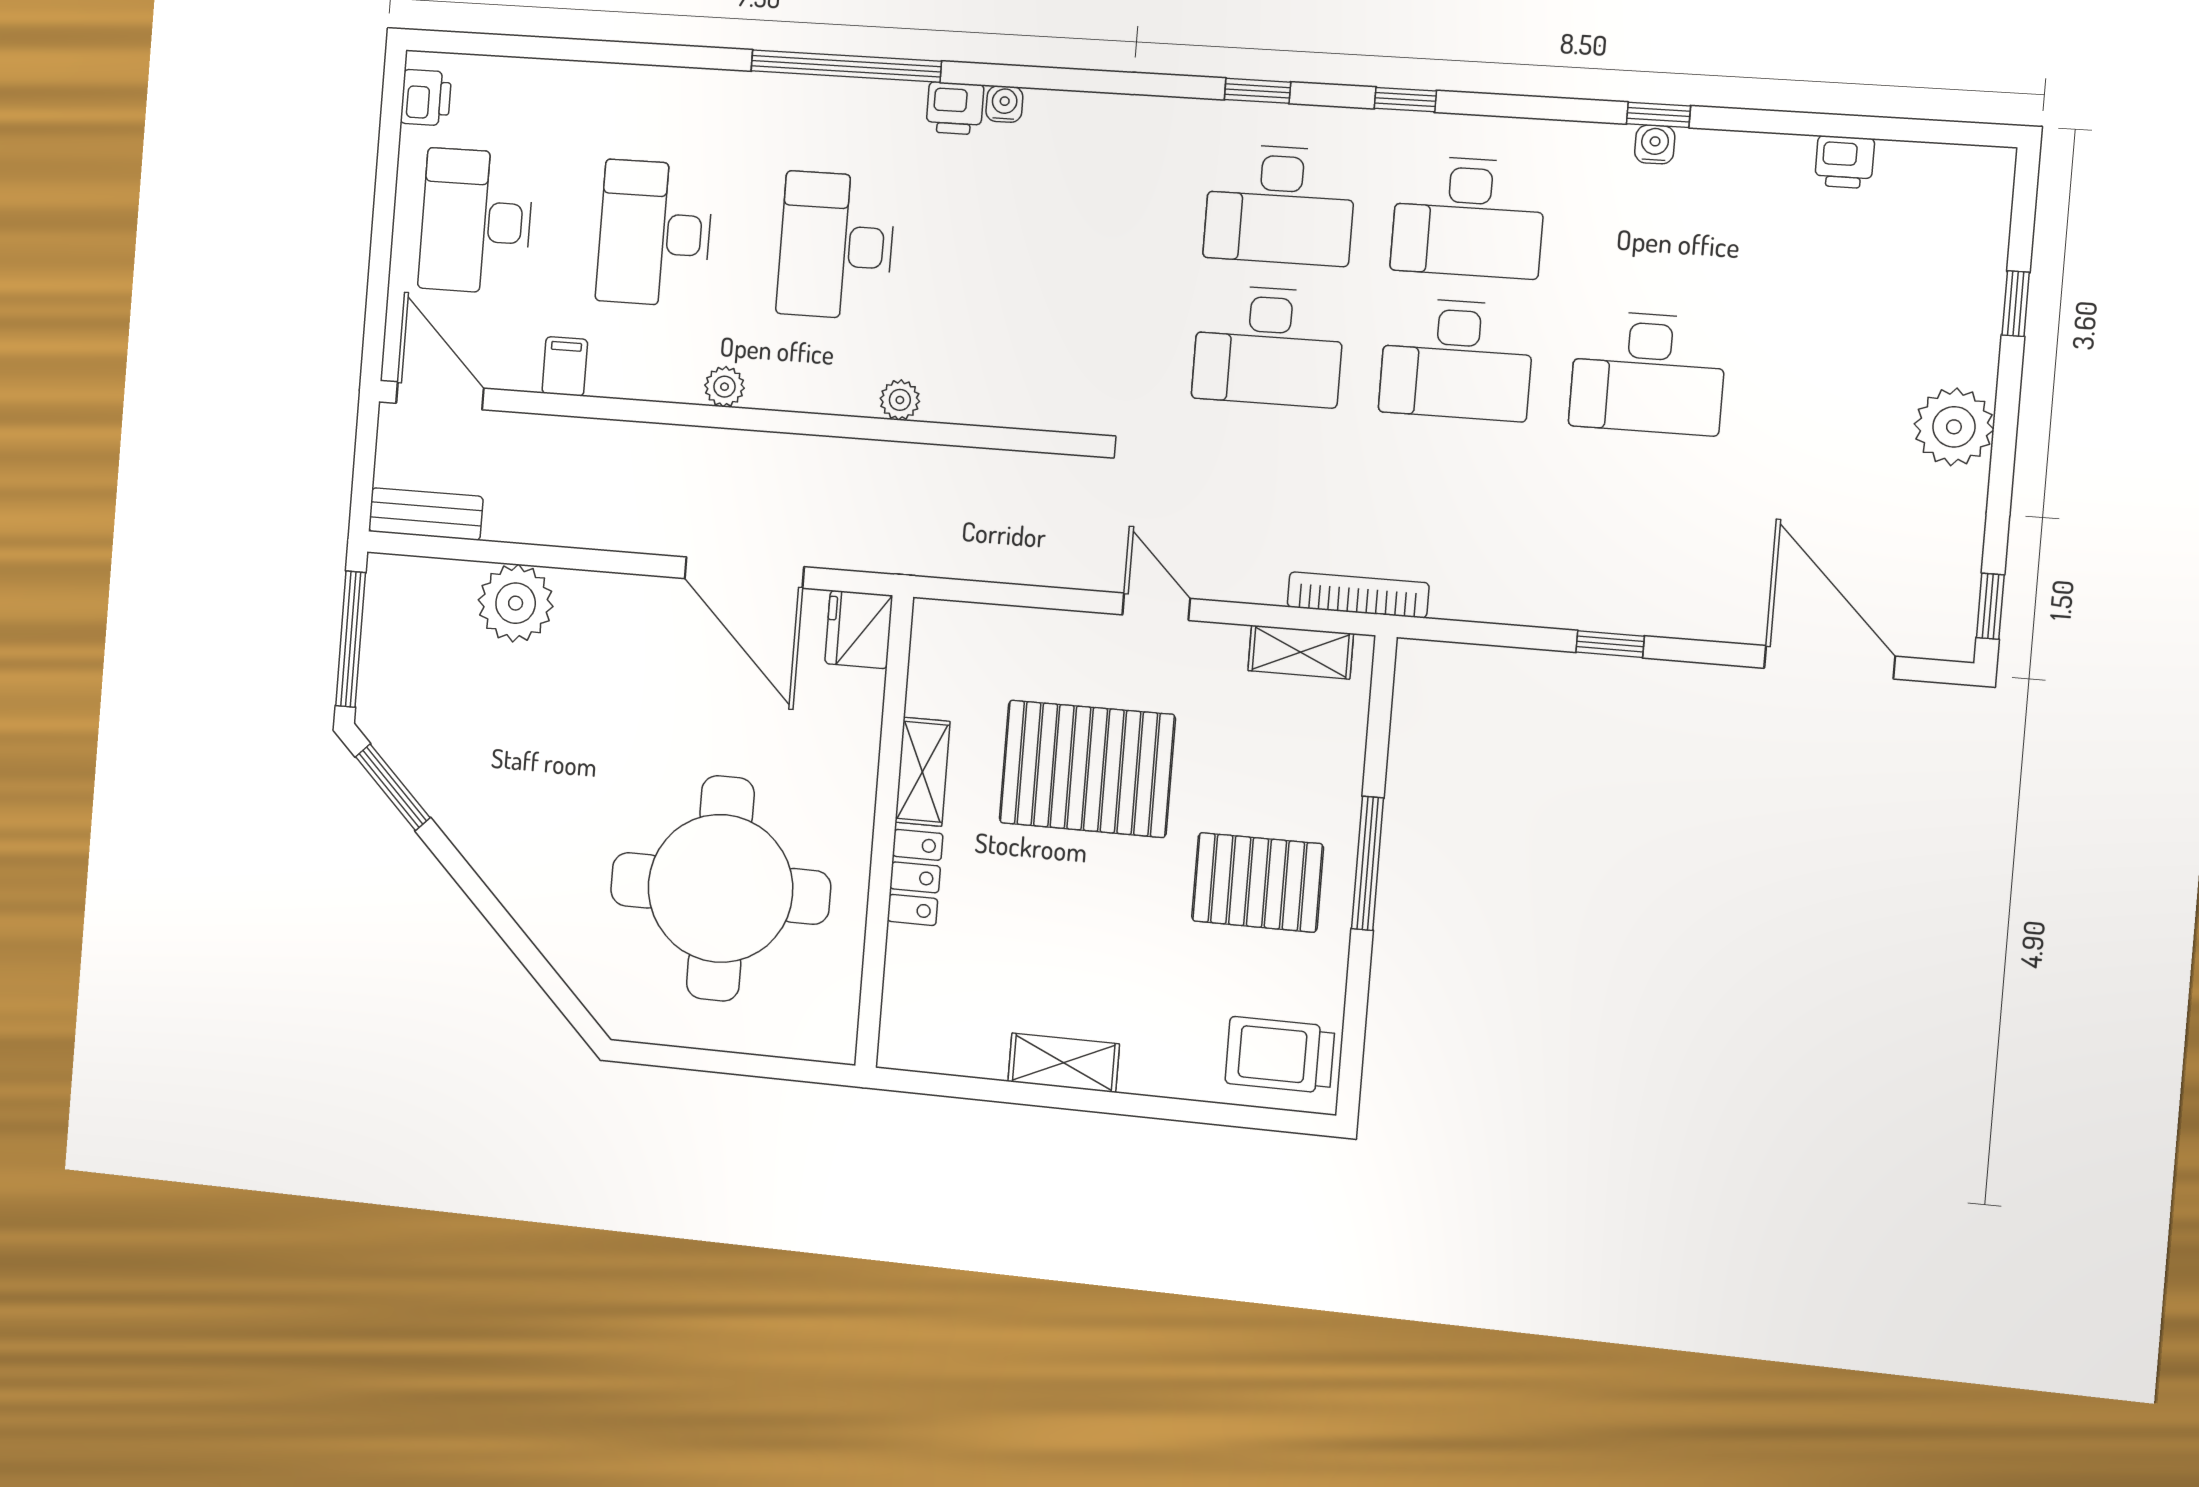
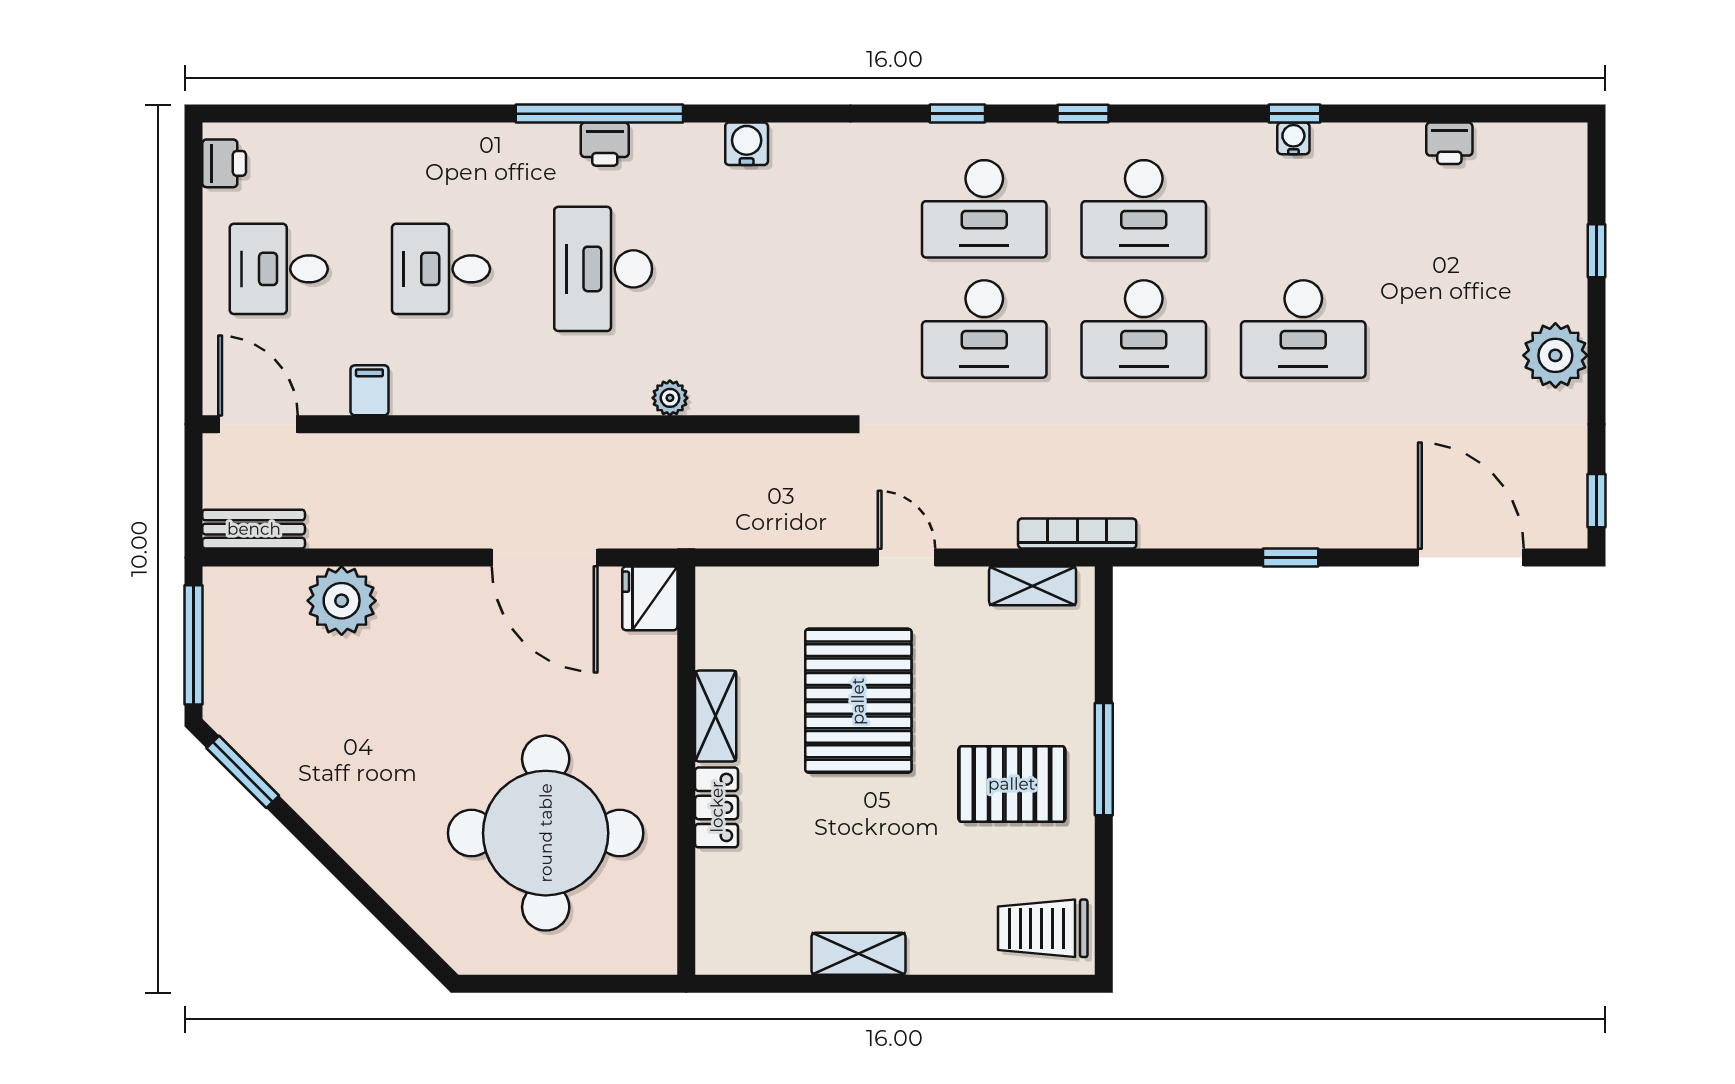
water cooler: (1004, 104) -> (747, 144), width x1.38, depth x1.38
printer: (955, 108) -> (605, 144), moved
desk: (476, 221) -> (279, 269), width x0.73
desk: (655, 233) -> (441, 269), width x0.73
plant: (725, 387) -> (514, 398), removed
pallet: (1087, 769) -> (858, 701), turned 90

